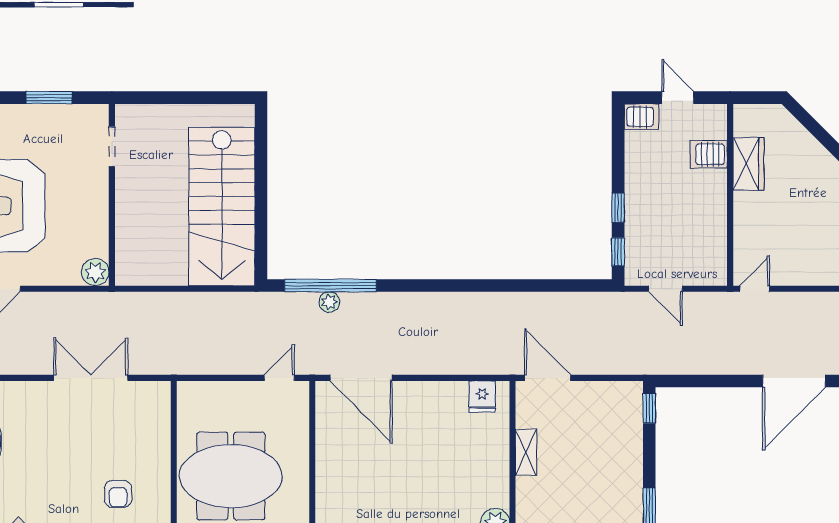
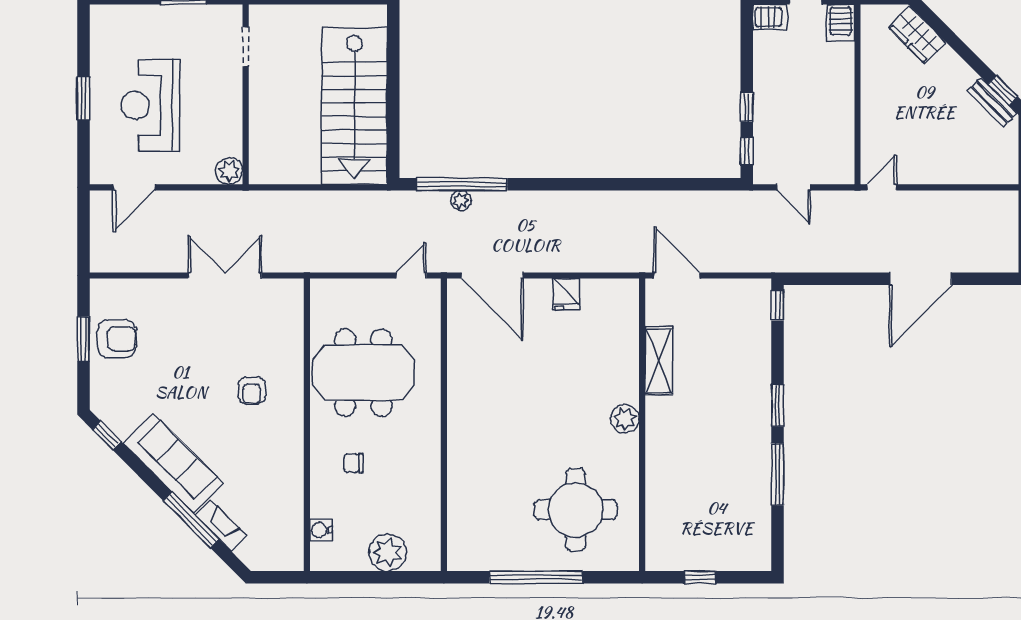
server rack: (709, 154) -> (841, 23), moved, turned -90
wardrobe: (748, 164) -> (917, 35), moved, turned 135
fridge: (482, 396) -> (566, 294), moved
shelving: (526, 452) -> (659, 361), width x1.50, depth x1.33

